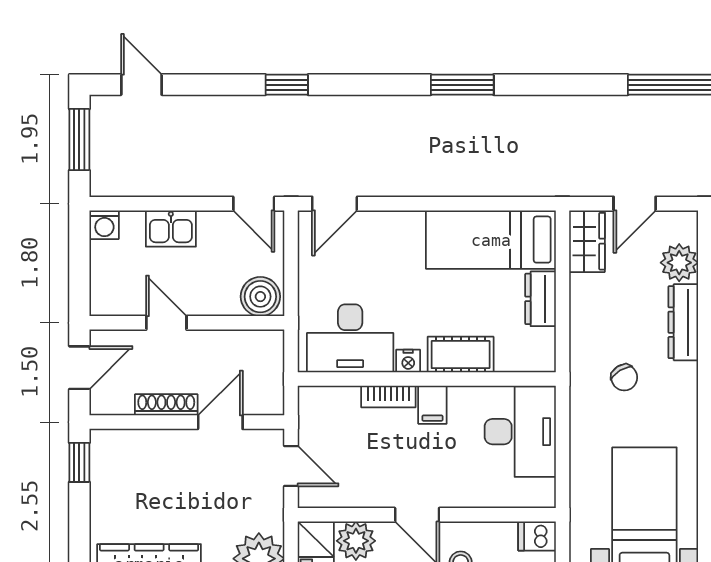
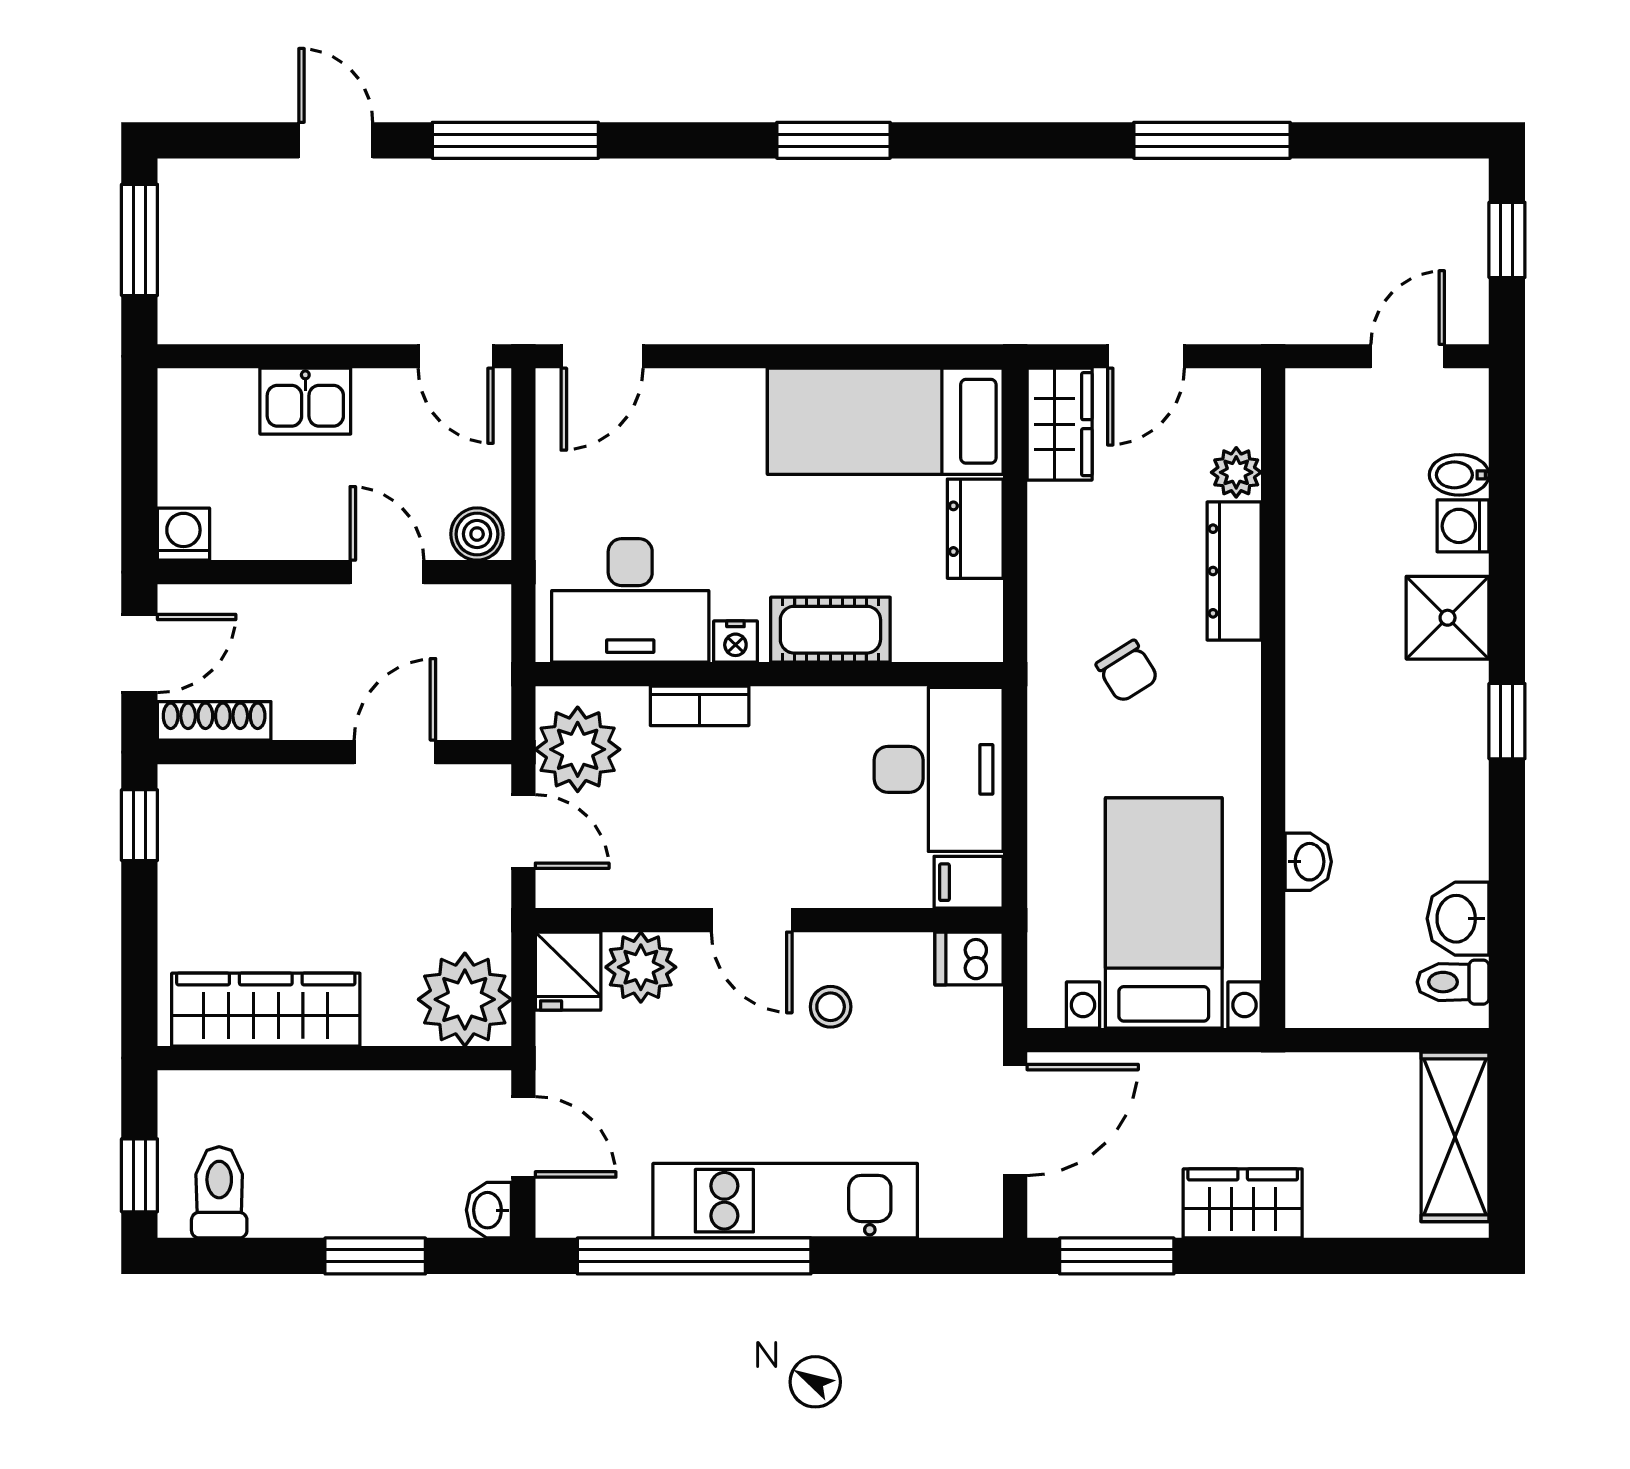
door: (141, 85) -> (336, 140), moved
window: (287, 85) -> (515, 140), width x2.17
washing machine: (104, 225) -> (183, 534), moved, turned 180
plant: (679, 263) -> (1236, 472), width x0.73, depth x0.73
boiler: (260, 297) -> (477, 534), width x0.73, depth x0.73
door: (166, 323) -> (387, 572), moved
shoe rack: (166, 405) -> (214, 721), moved
filing cabinet: (432, 405) -> (969, 882), moved, turned 90
plant: (321, 421) -> (578, 749), added

